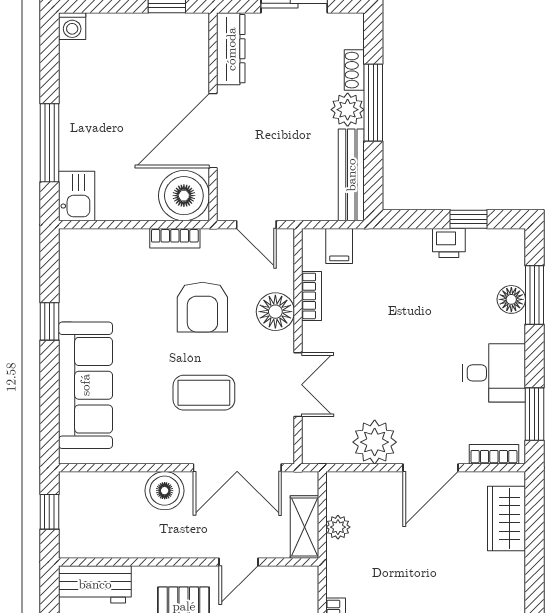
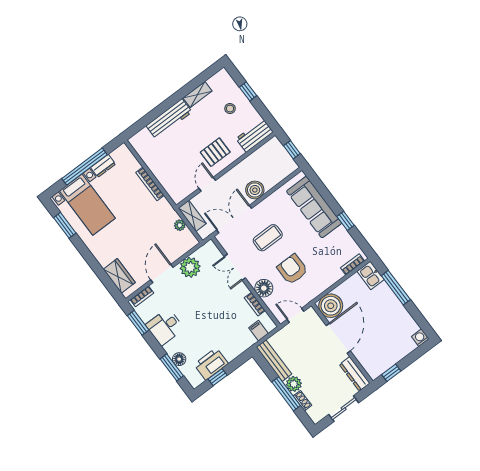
bookcase: (175, 238) -> (352, 264), moved
printer: (449, 243) -> (211, 364), width x1.87, depth x1.48

